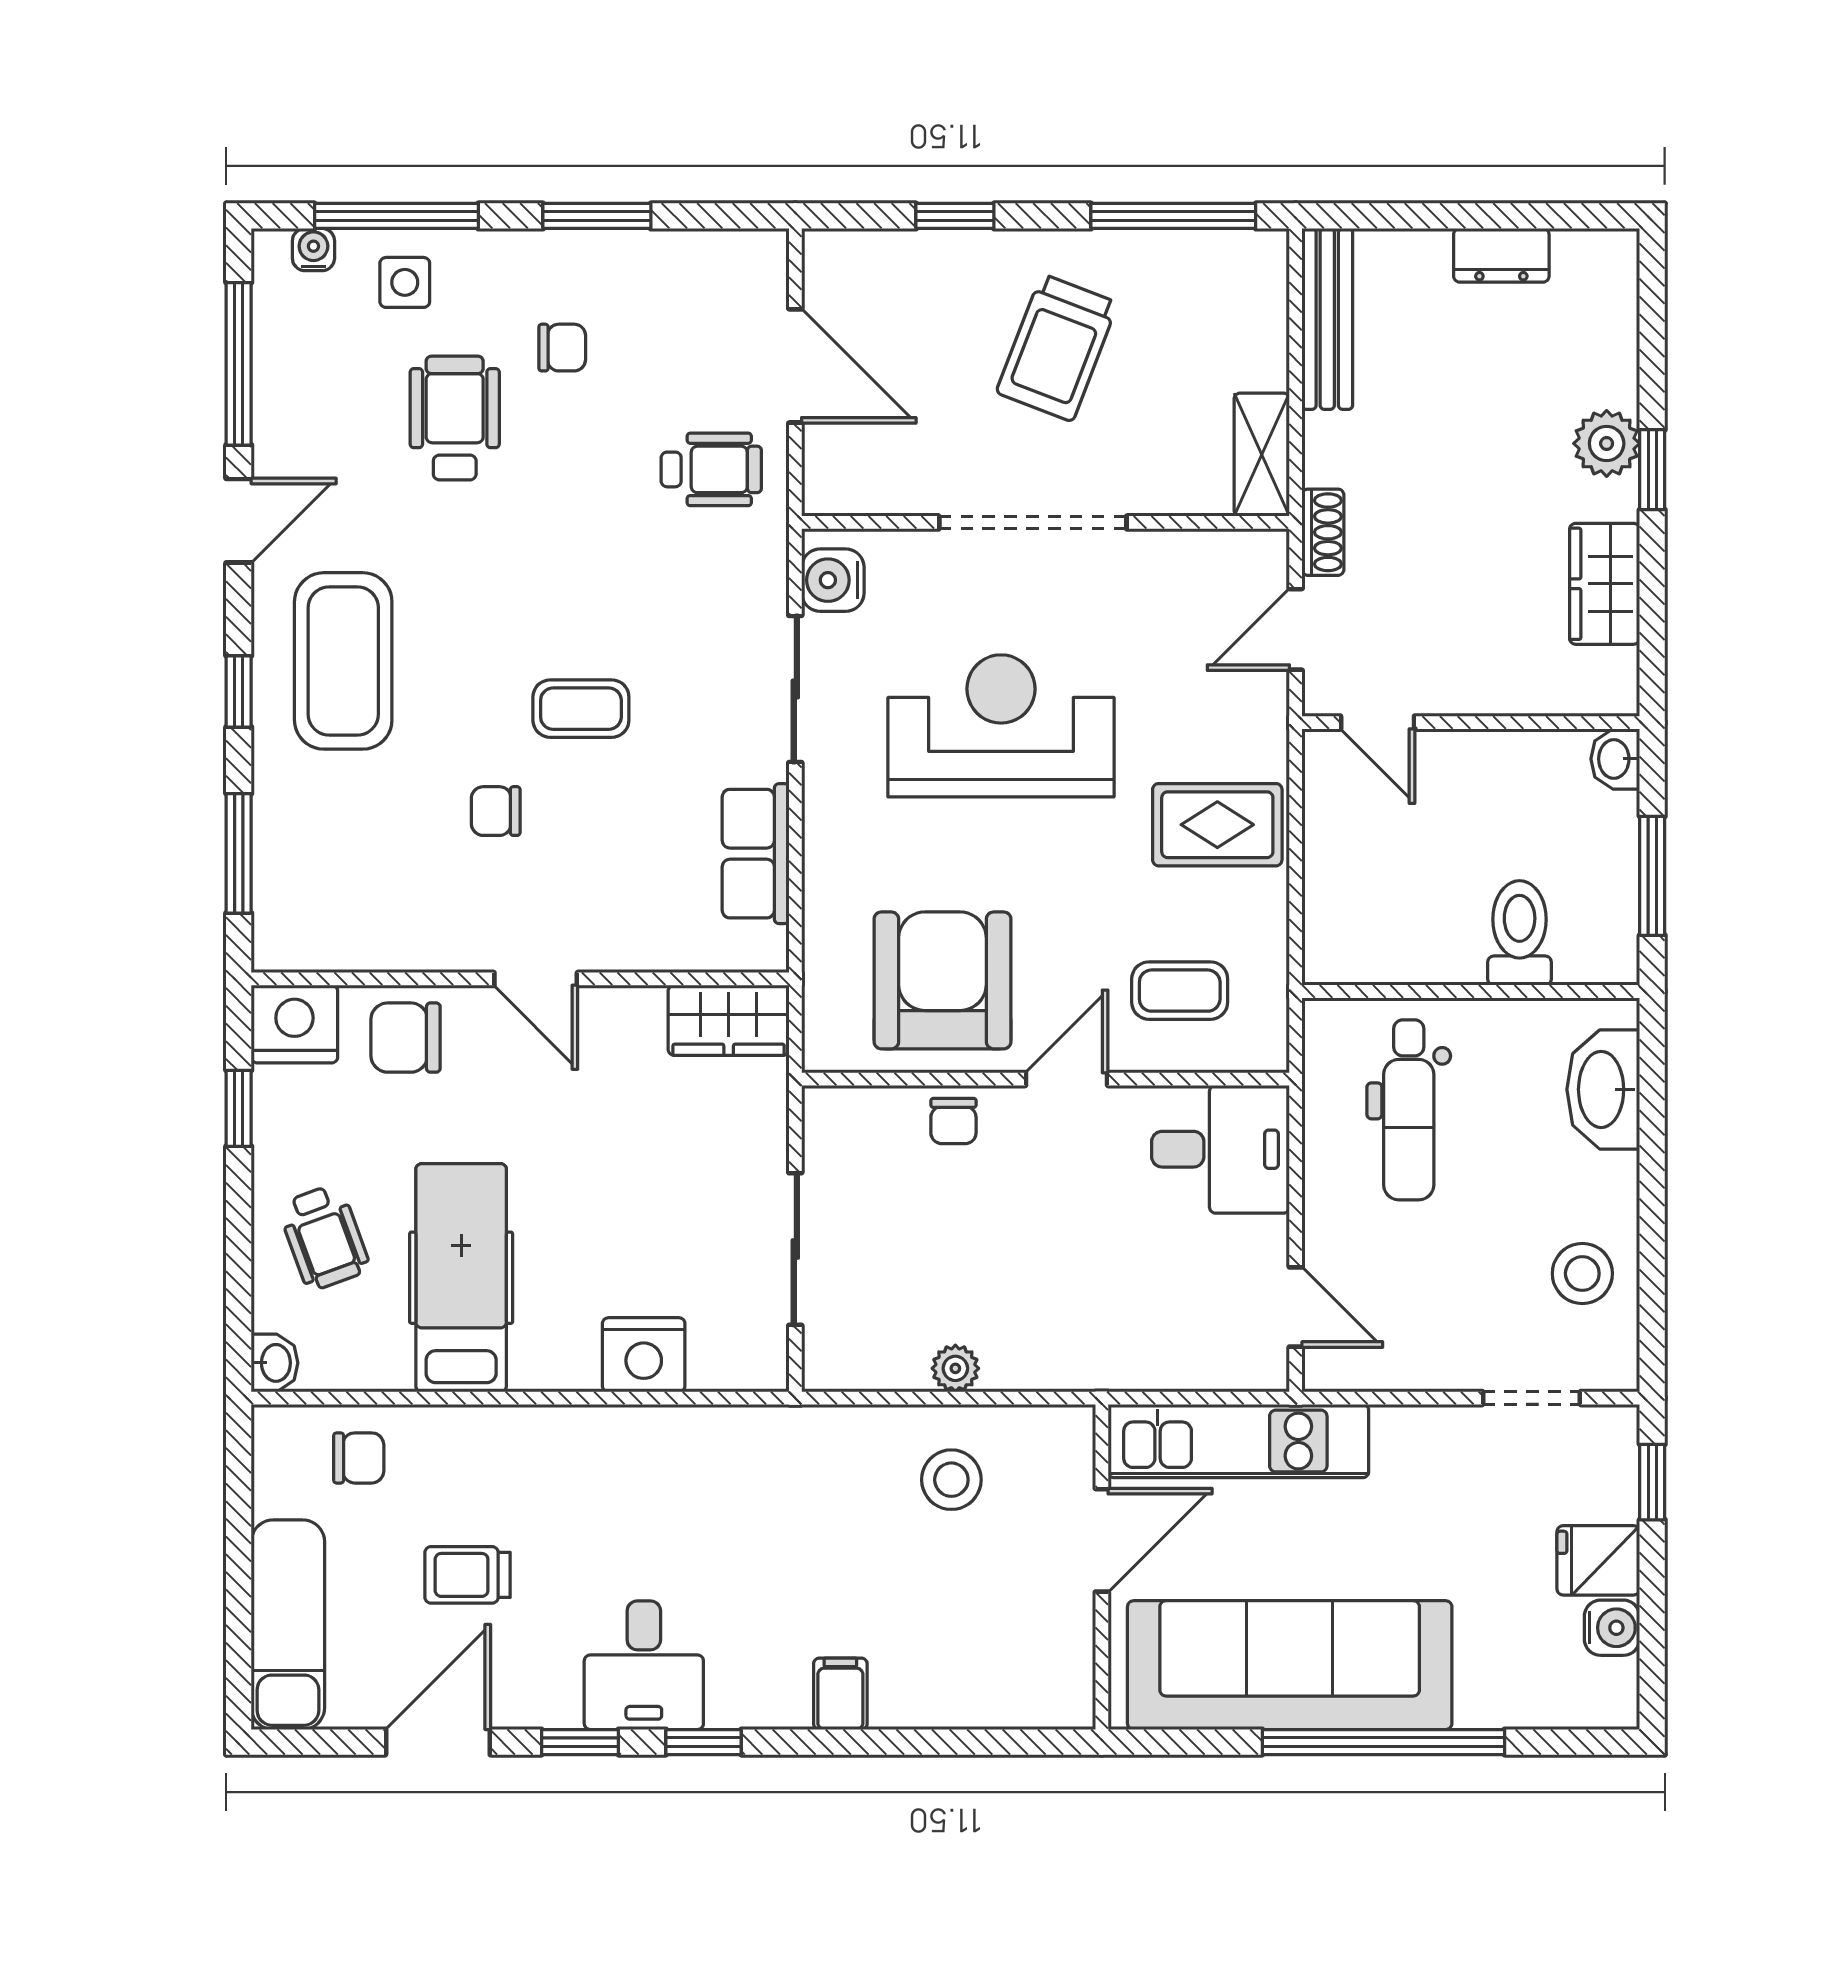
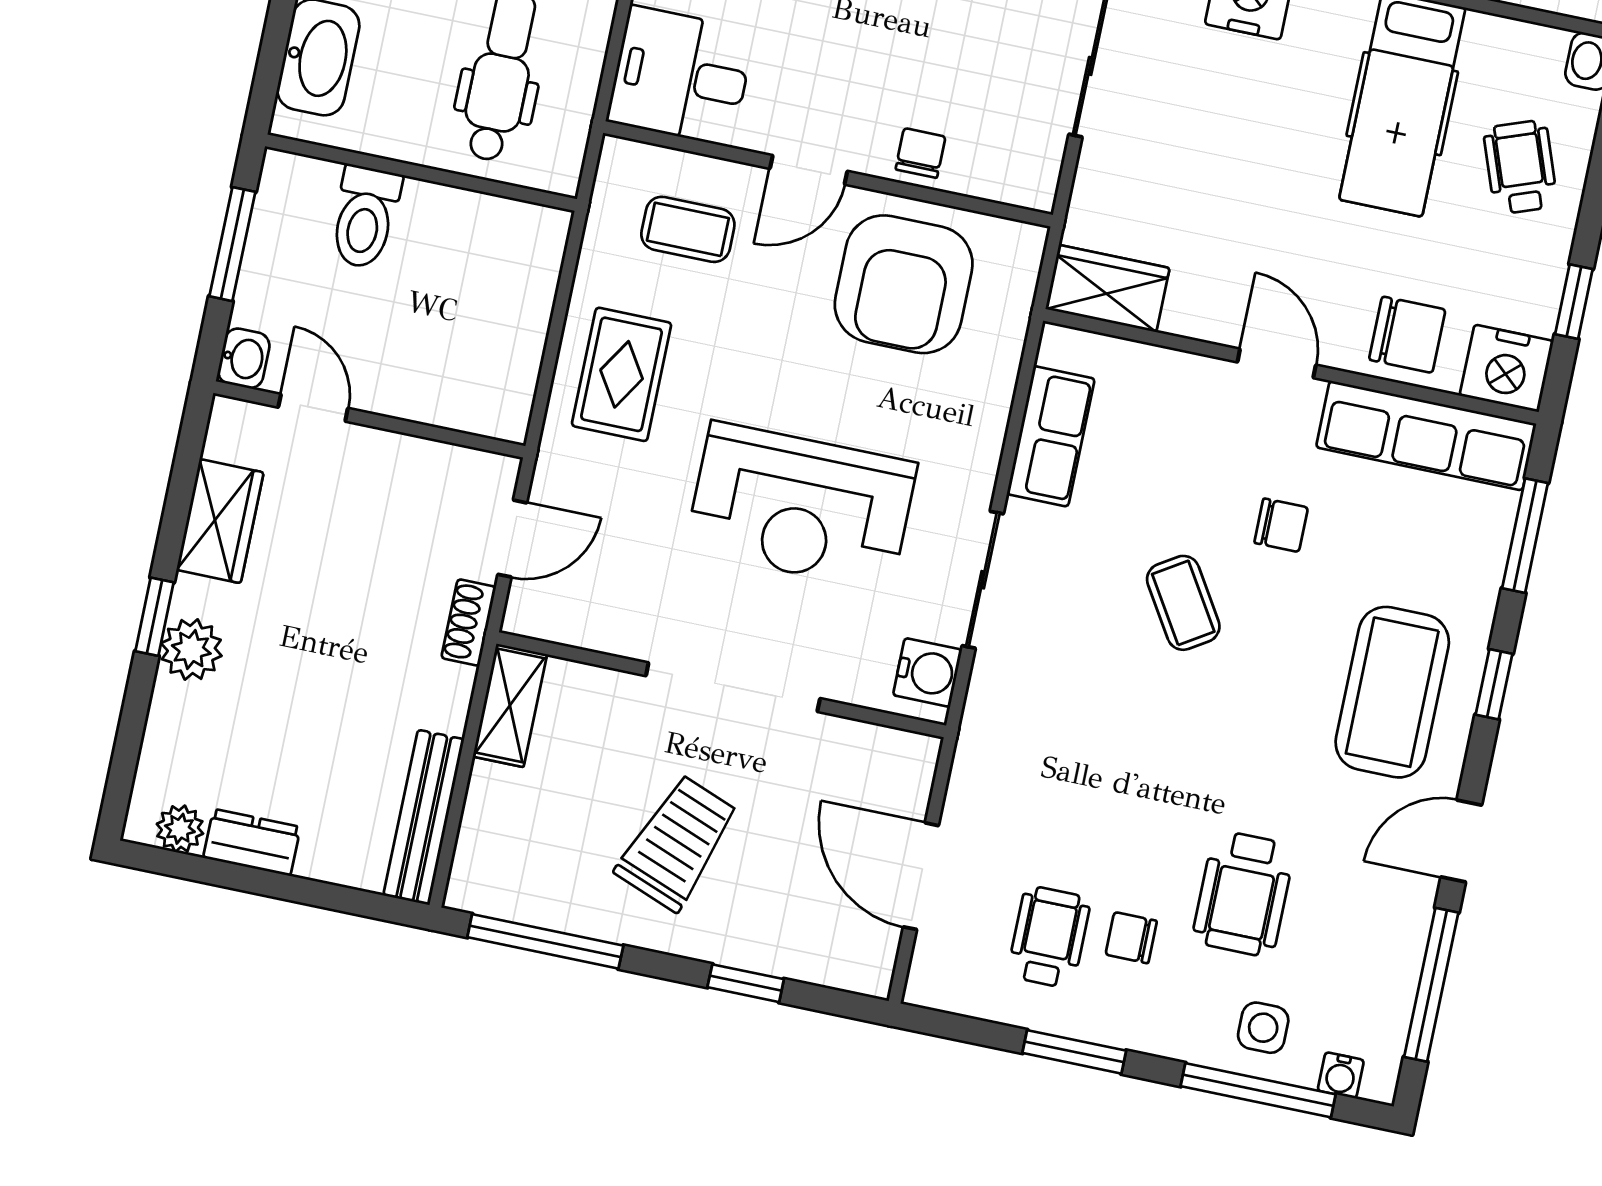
plant: (1579, 254) -> (180, 829), added
wheelchair: (711, 469) -> (1049, 937), moved, turned 90
coffee table: (581, 709) -> (1183, 603), turned 58
door: (1378, 723) -> (313, 408), moved
rug: (1217, 825) -> (622, 374), turned 90
row of seats: (364, 936) -> (1426, 436), added

